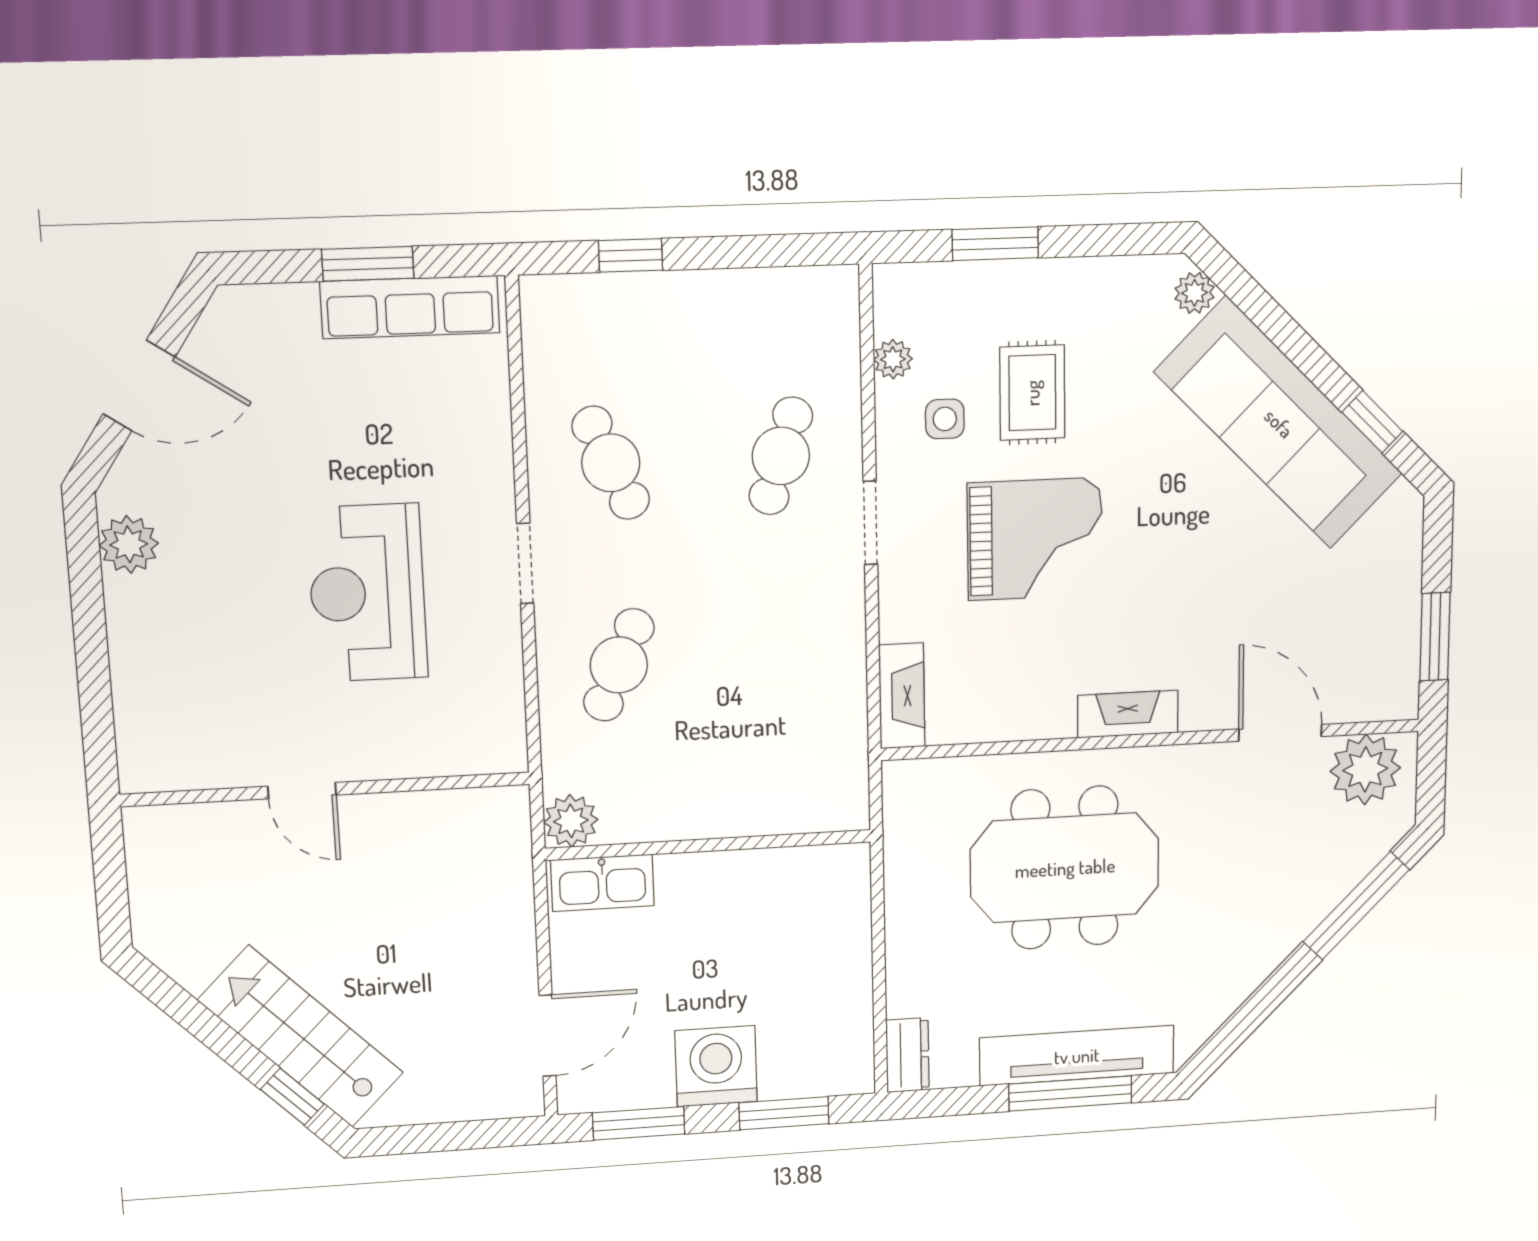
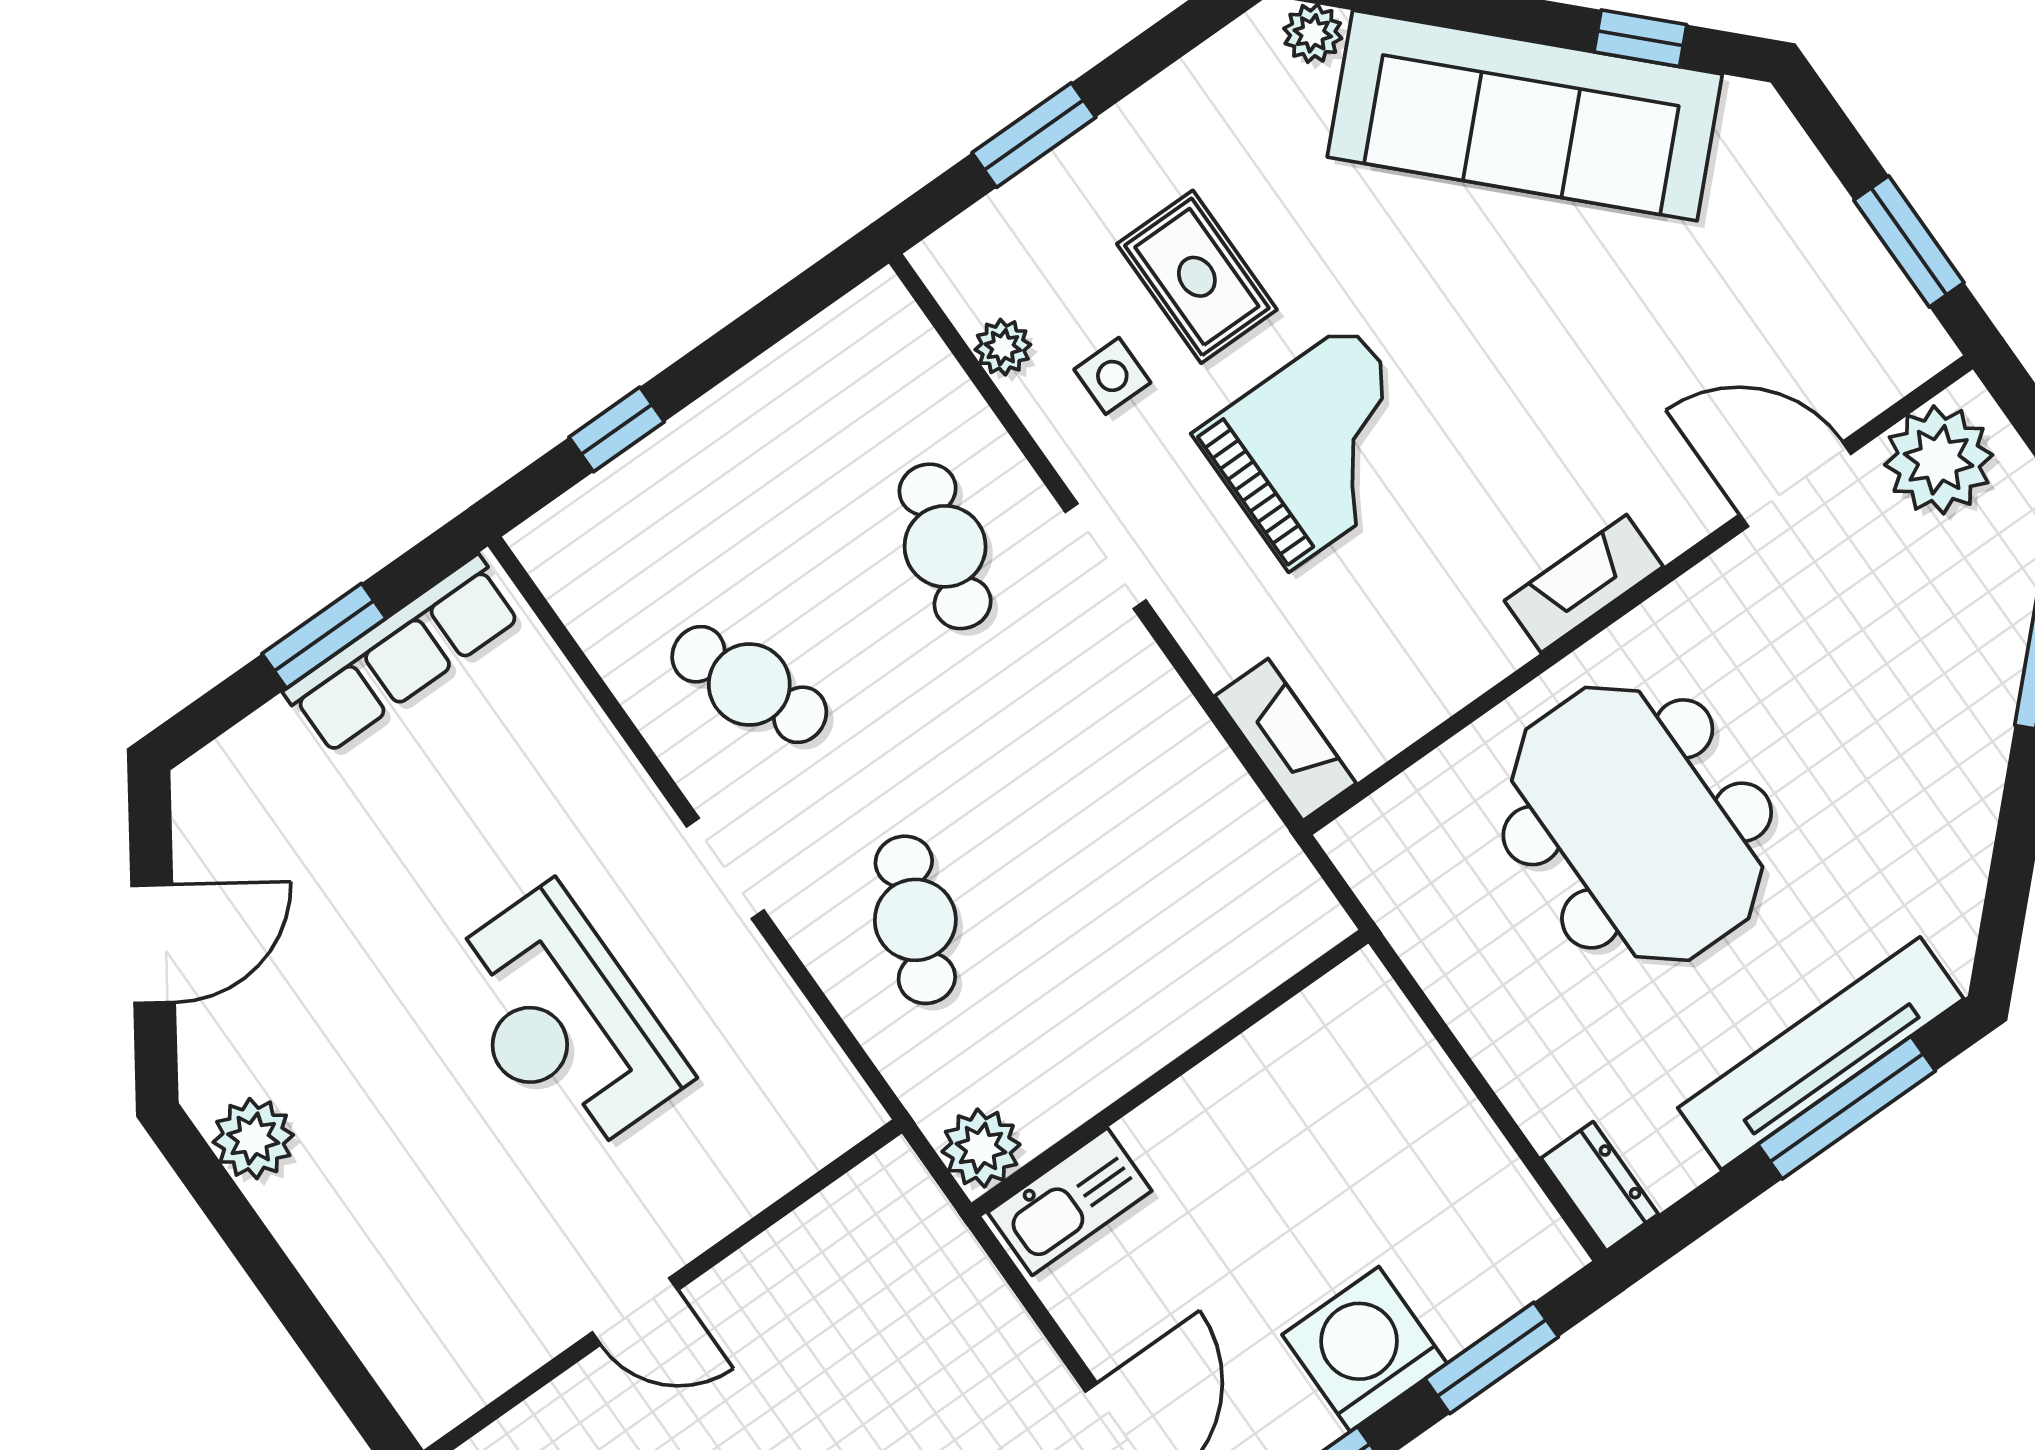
meeting table: (1065, 868) -> (1637, 824), turned 90

